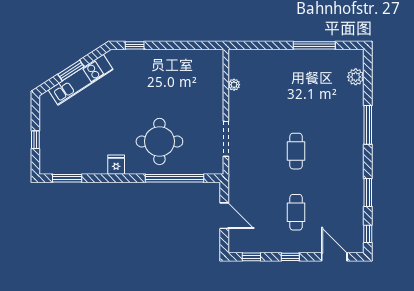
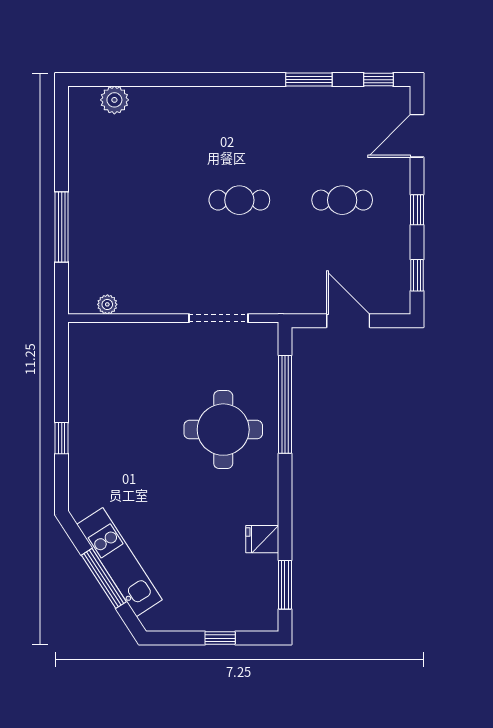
window: (135, 45) -> (62, 438), moved
window: (314, 45) -> (62, 227), moved
window: (71, 70) -> (104, 578), width x1.44
plant: (234, 85) -> (107, 304), moved
window: (368, 125) -> (195, 80), removed
fridge: (116, 165) -> (262, 539), moved
door: (224, 216) -> (348, 321), hinge flipped

